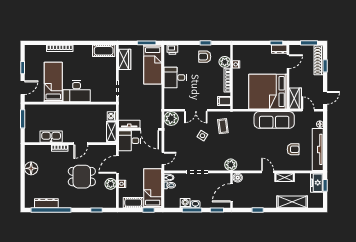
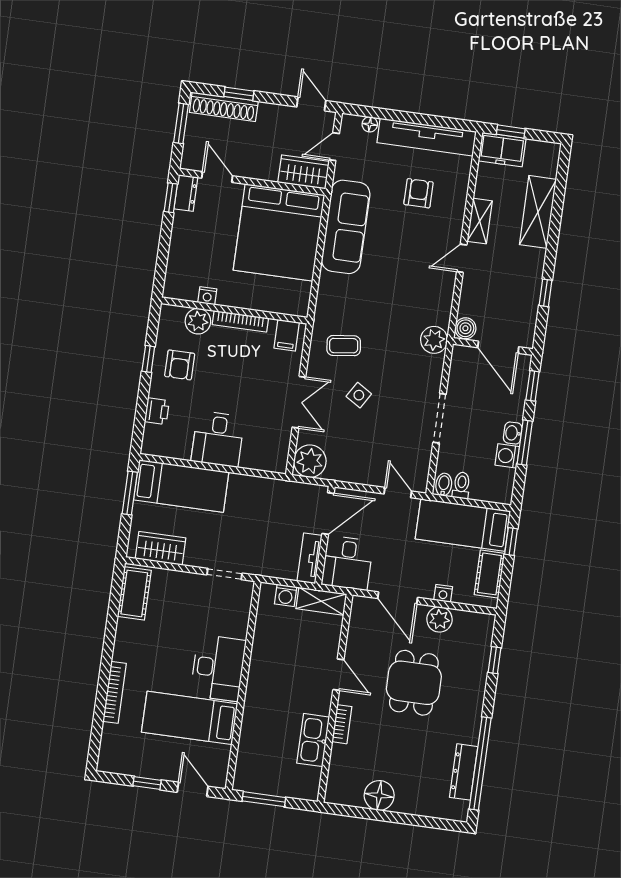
printer: (172, 50) -> (157, 411), moved

